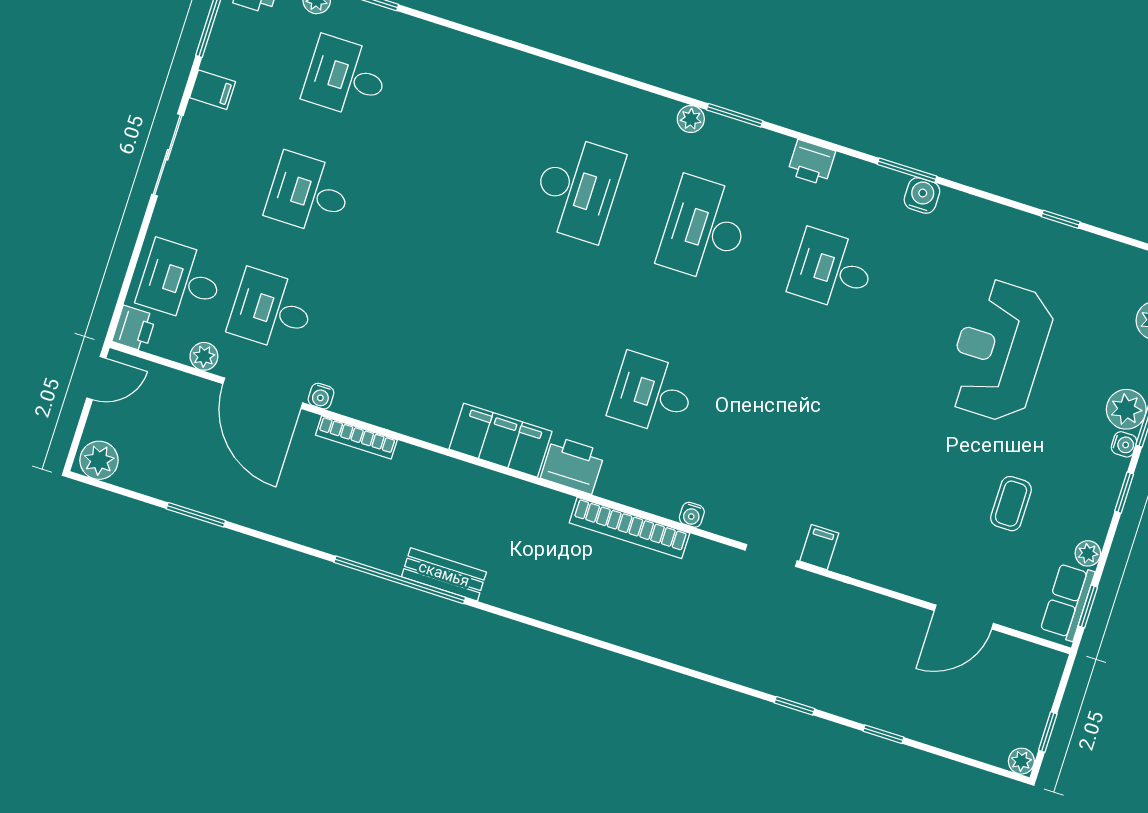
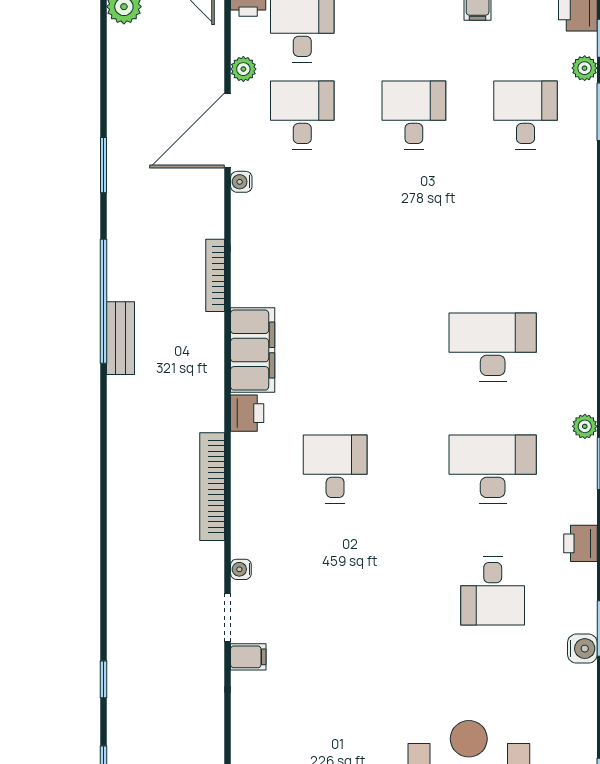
desk: (577, 189) -> (493, 347), turned 180
desk: (832, 270) -> (493, 591), turned 180
bookcase: (356, 437) -> (215, 275), moved
printer: (573, 465) -> (247, 413), width x0.73, depth x0.81
window: (196, 515) -> (103, 165), moved
water cooler: (692, 515) -> (241, 569), moved

